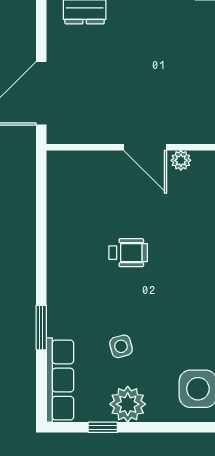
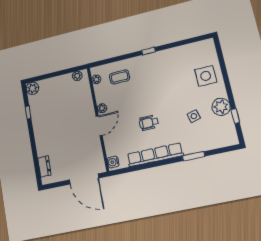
water cooler: (63, 162) -> (113, 162), added
wheelchair: (128, 253) -> (149, 123), turned -90
row of seats: (60, 380) -> (155, 155), moved, width x1.36

